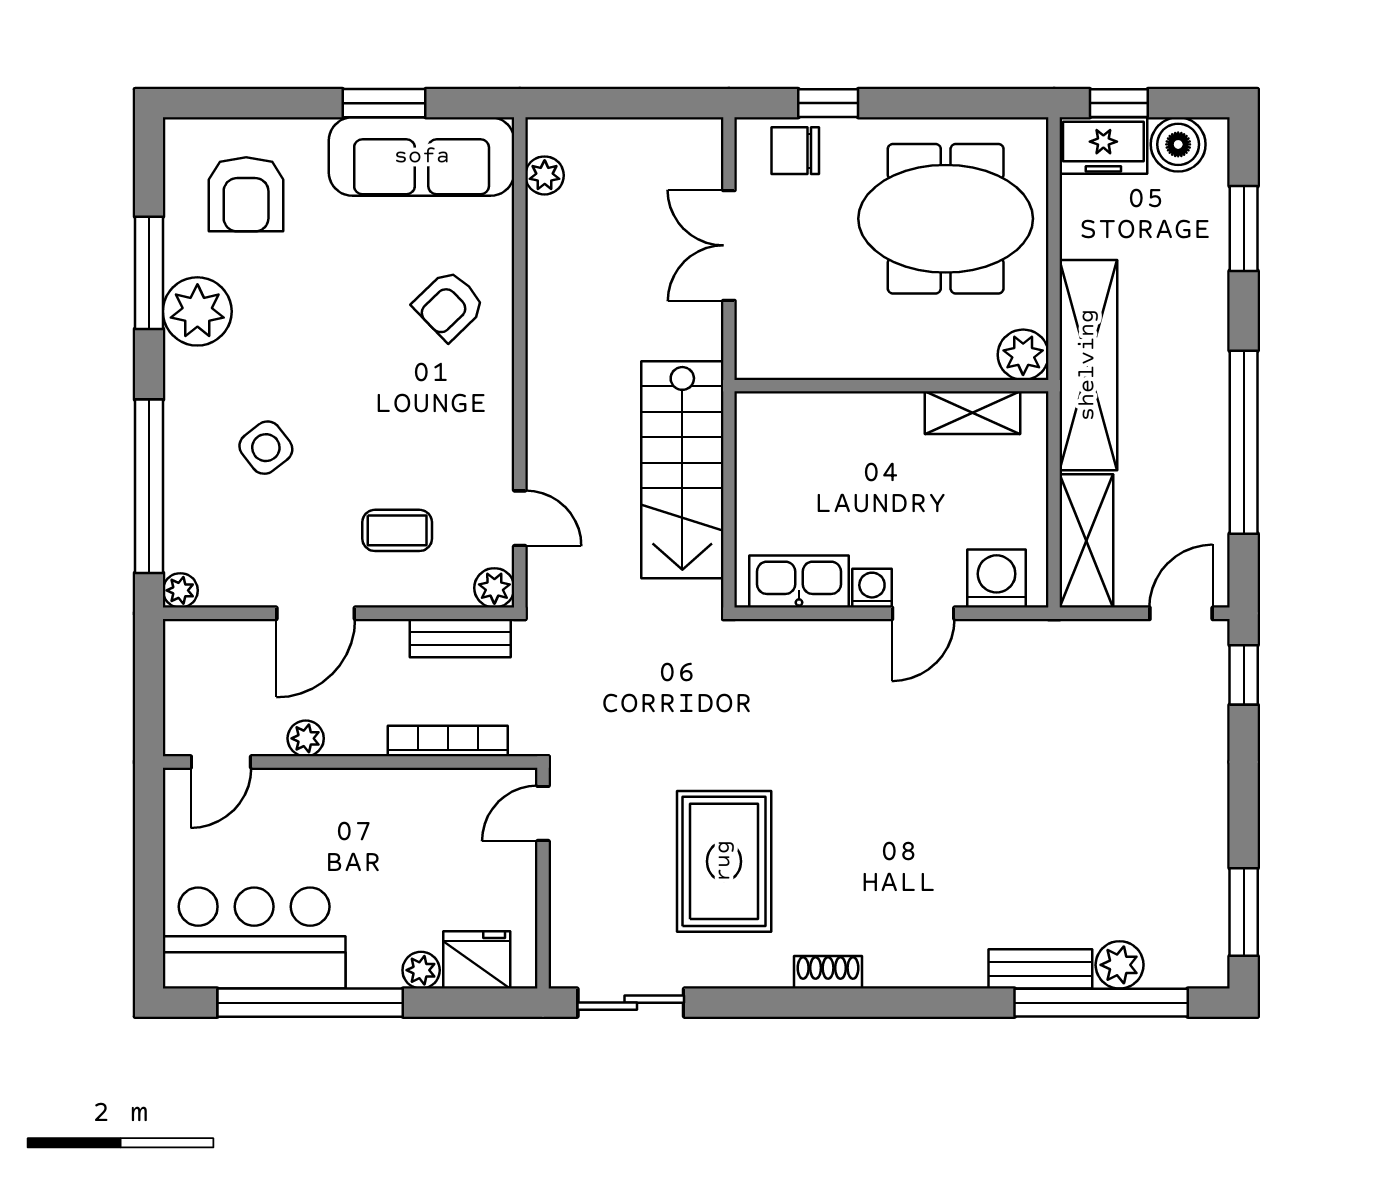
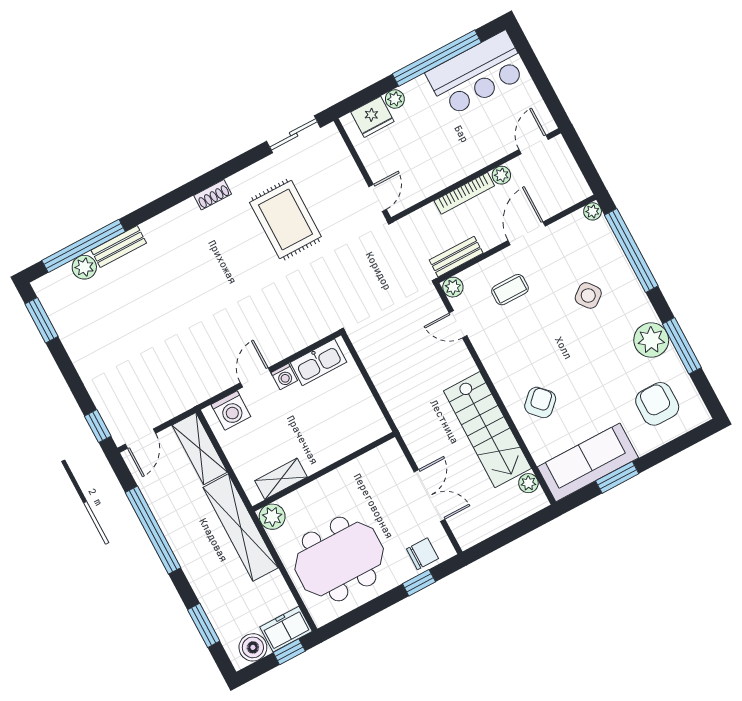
stairs: (682, 470) -> (487, 430), moved, turned 180
bookcase: (448, 741) -> (464, 193), moved

